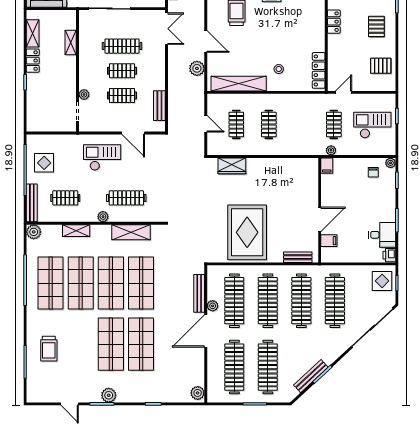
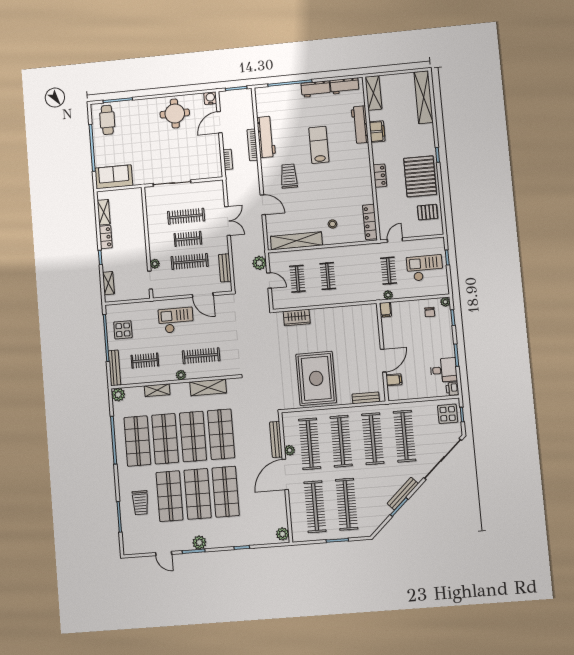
pallet: (376, 27) -> (420, 176), width x2.05, depth x2.00
double door: (166, 29) -> (228, 221), moved
shelving: (71, 42) -> (108, 283), moved
plant: (197, 68) -> (259, 263), moved
clothes rail: (122, 95) -> (190, 262), width x1.36
shop shelf: (81, 344) -> (170, 496), added
bench: (311, 376) -> (403, 494), moved

